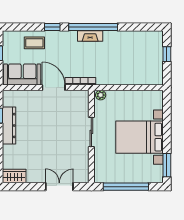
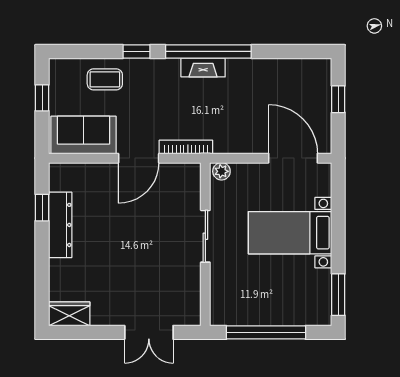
door: (54, 88) -> (139, 158), swing flipped
door: (141, 88) -> (293, 158), added
bed with nightstands: (140, 137) -> (290, 233), width x0.73
double door: (59, 187) -> (149, 332), swing flipped

